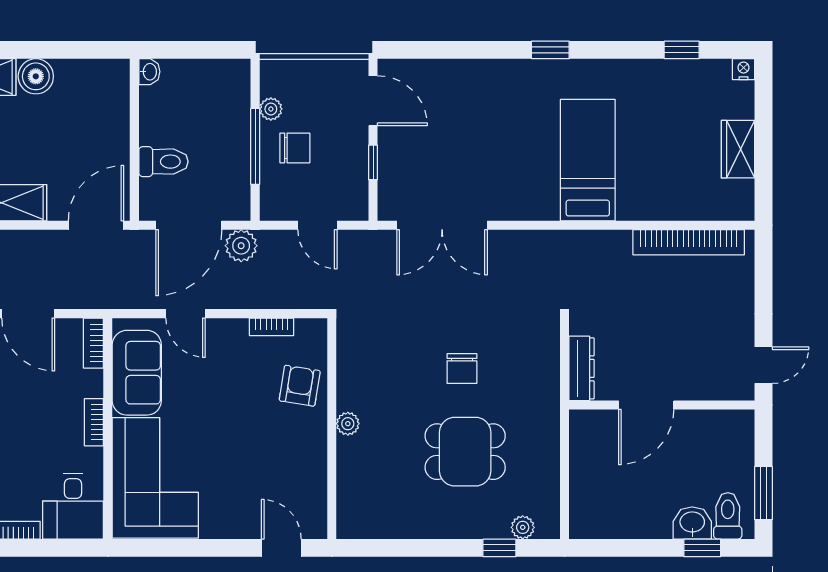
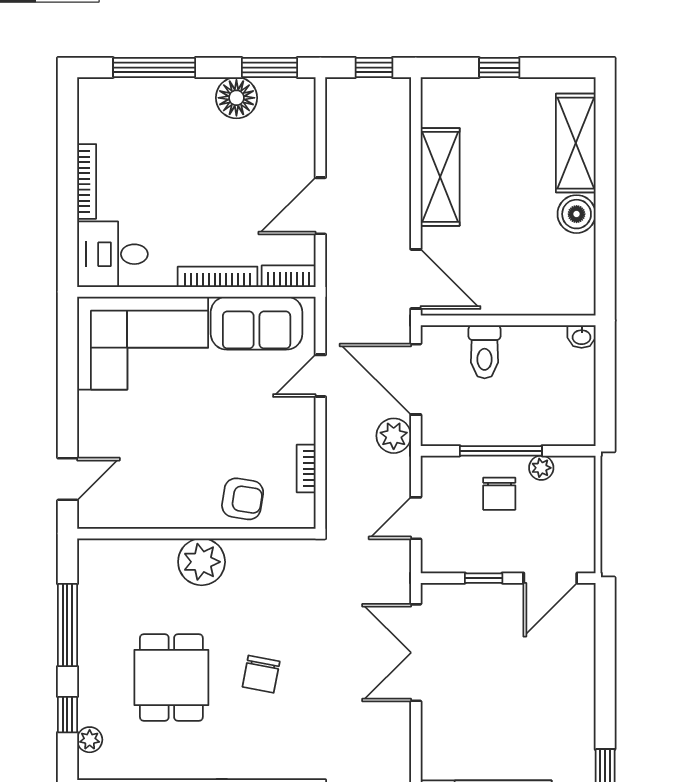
chair: (462, 369) -> (261, 674), turned -79
bookcase: (94, 422) -> (218, 277), width x1.56
plant: (348, 424) -> (202, 562), width x1.88, depth x1.88
window: (417, 548) -> (67, 625), added

